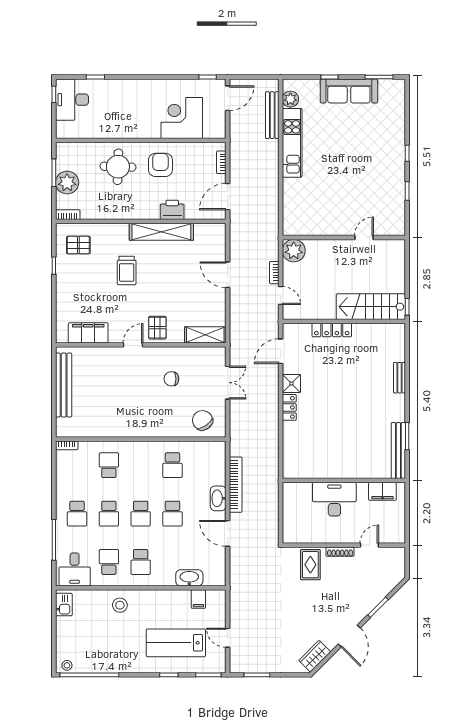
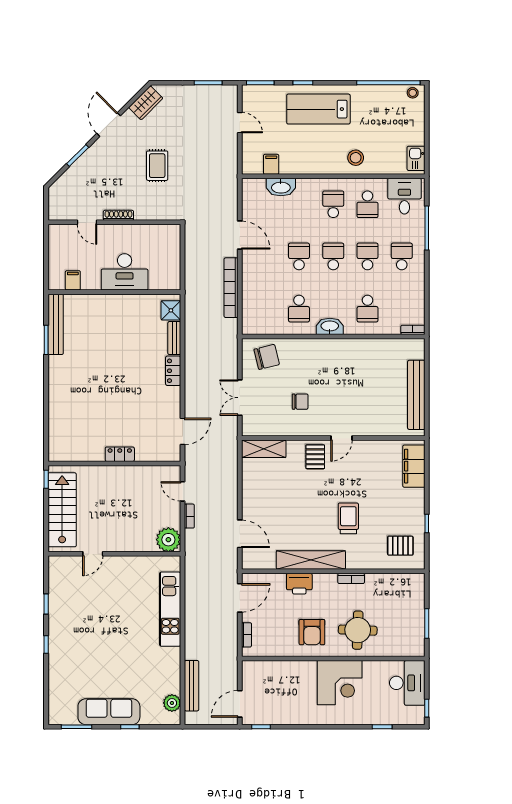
desk: (72, 100) -> (407, 683), moved
corner desk: (182, 118) -> (340, 683), moved
kitchen unit: (292, 143) -> (170, 609), moved
plant: (67, 183) -> (413, 613), removed
bookcase: (68, 215) -> (351, 578), moved
door: (228, 275) -> (240, 534), moved
stairs: (371, 307) -> (62, 510), moved, turned -90
locker: (332, 330) -> (120, 454), width x0.66
filing cabinet: (88, 333) -> (414, 466), moved, turned 90
bench: (400, 378) -> (174, 338), moved
shower: (291, 383) -> (171, 310), moved
chair: (202, 420) -> (267, 357), turned -69
school desk: (172, 465) -> (299, 309), turned 180
filing cabinet: (382, 491) -> (73, 280), width x0.50
washbasin: (218, 498) -> (330, 326), moved, turned -90
door: (369, 545) -> (87, 222), hinge flipped
rug: (310, 565) -> (157, 166), moved
lab bench: (176, 643) -> (318, 109), moved, turned 180

